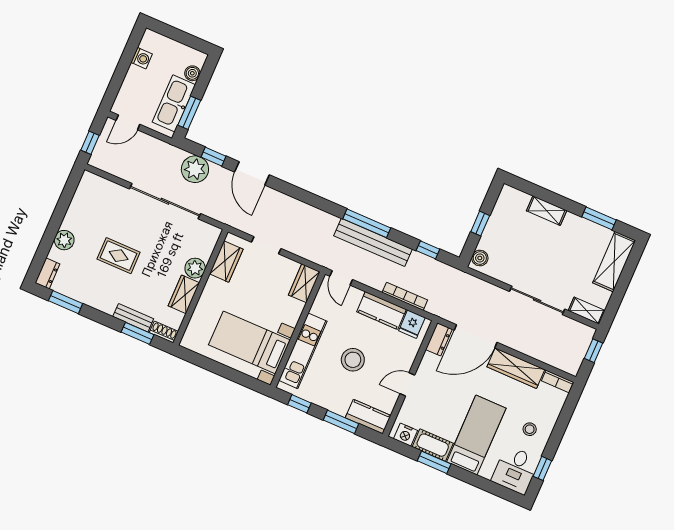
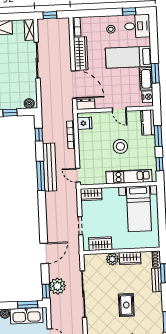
window: (213, 157) -> (46, 291), moved
door: (341, 278) -> (78, 175), swing flipped
kitchen counter: (381, 310) -> (85, 144), removed

